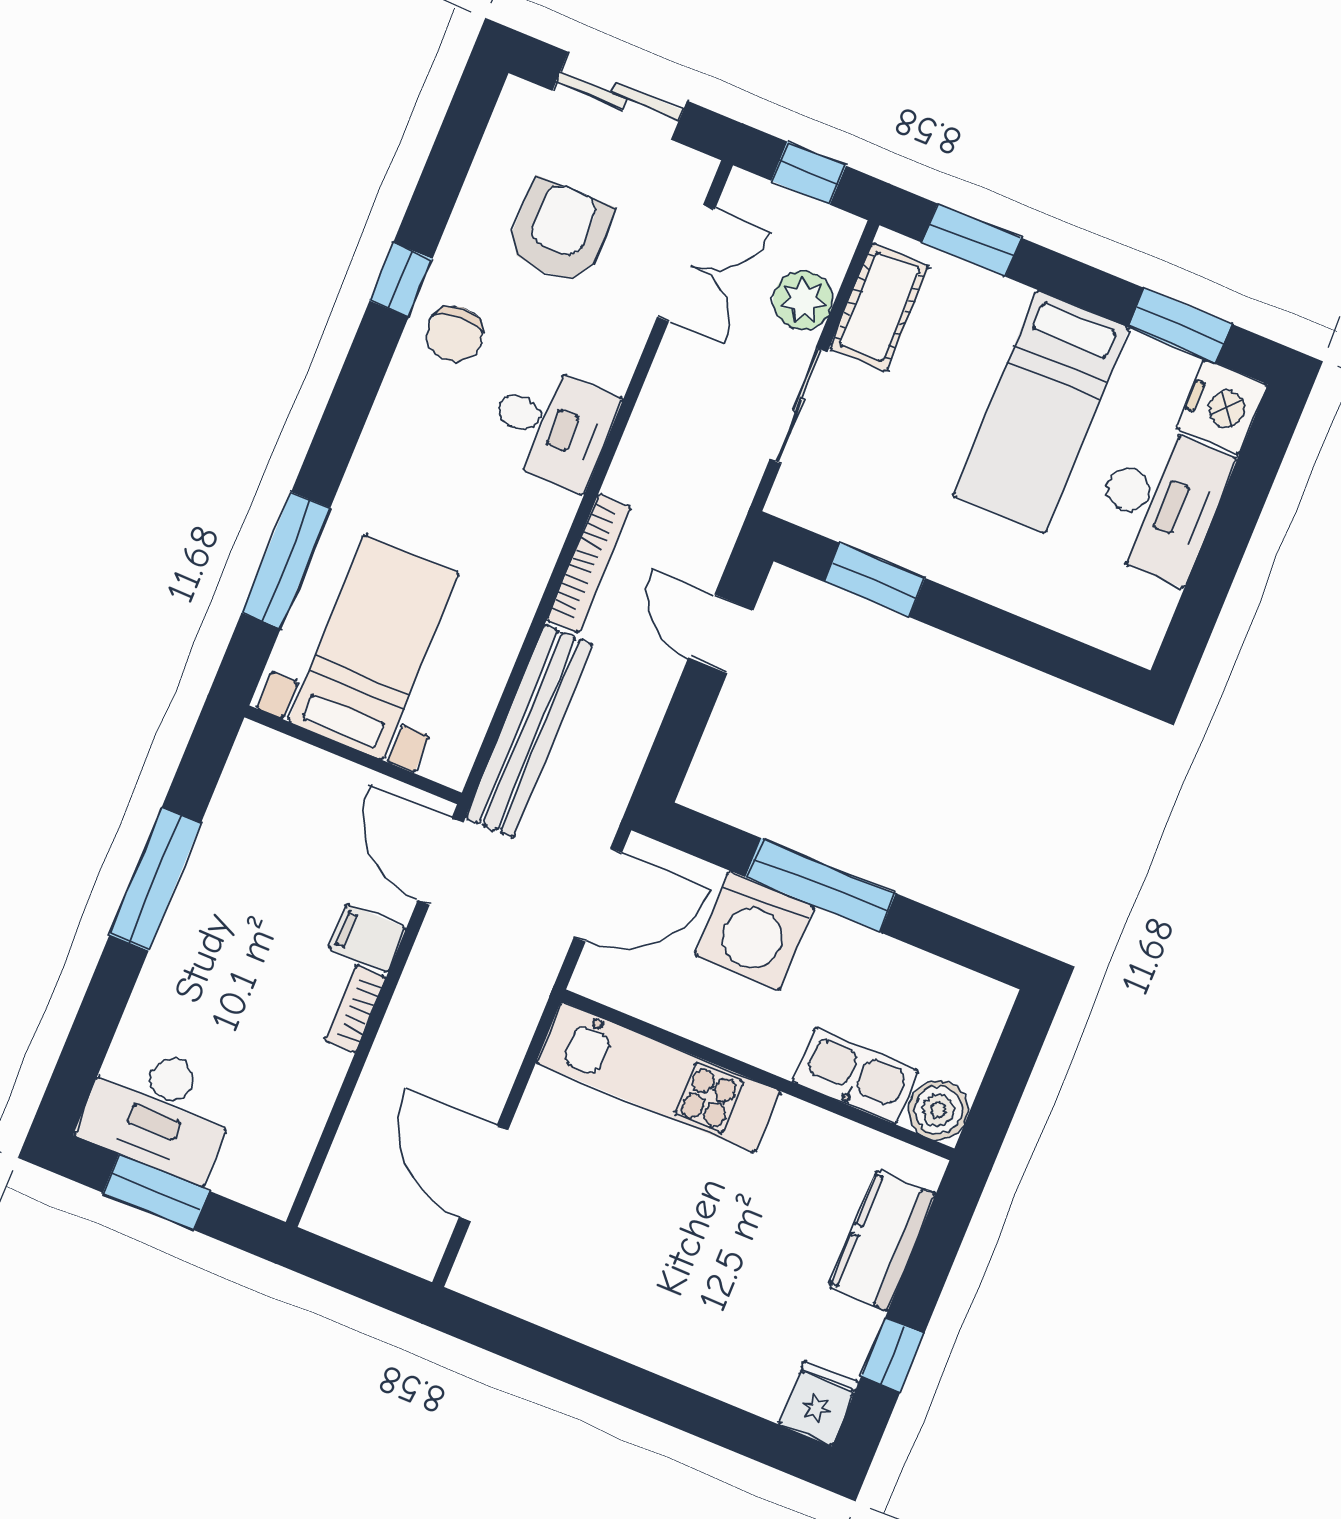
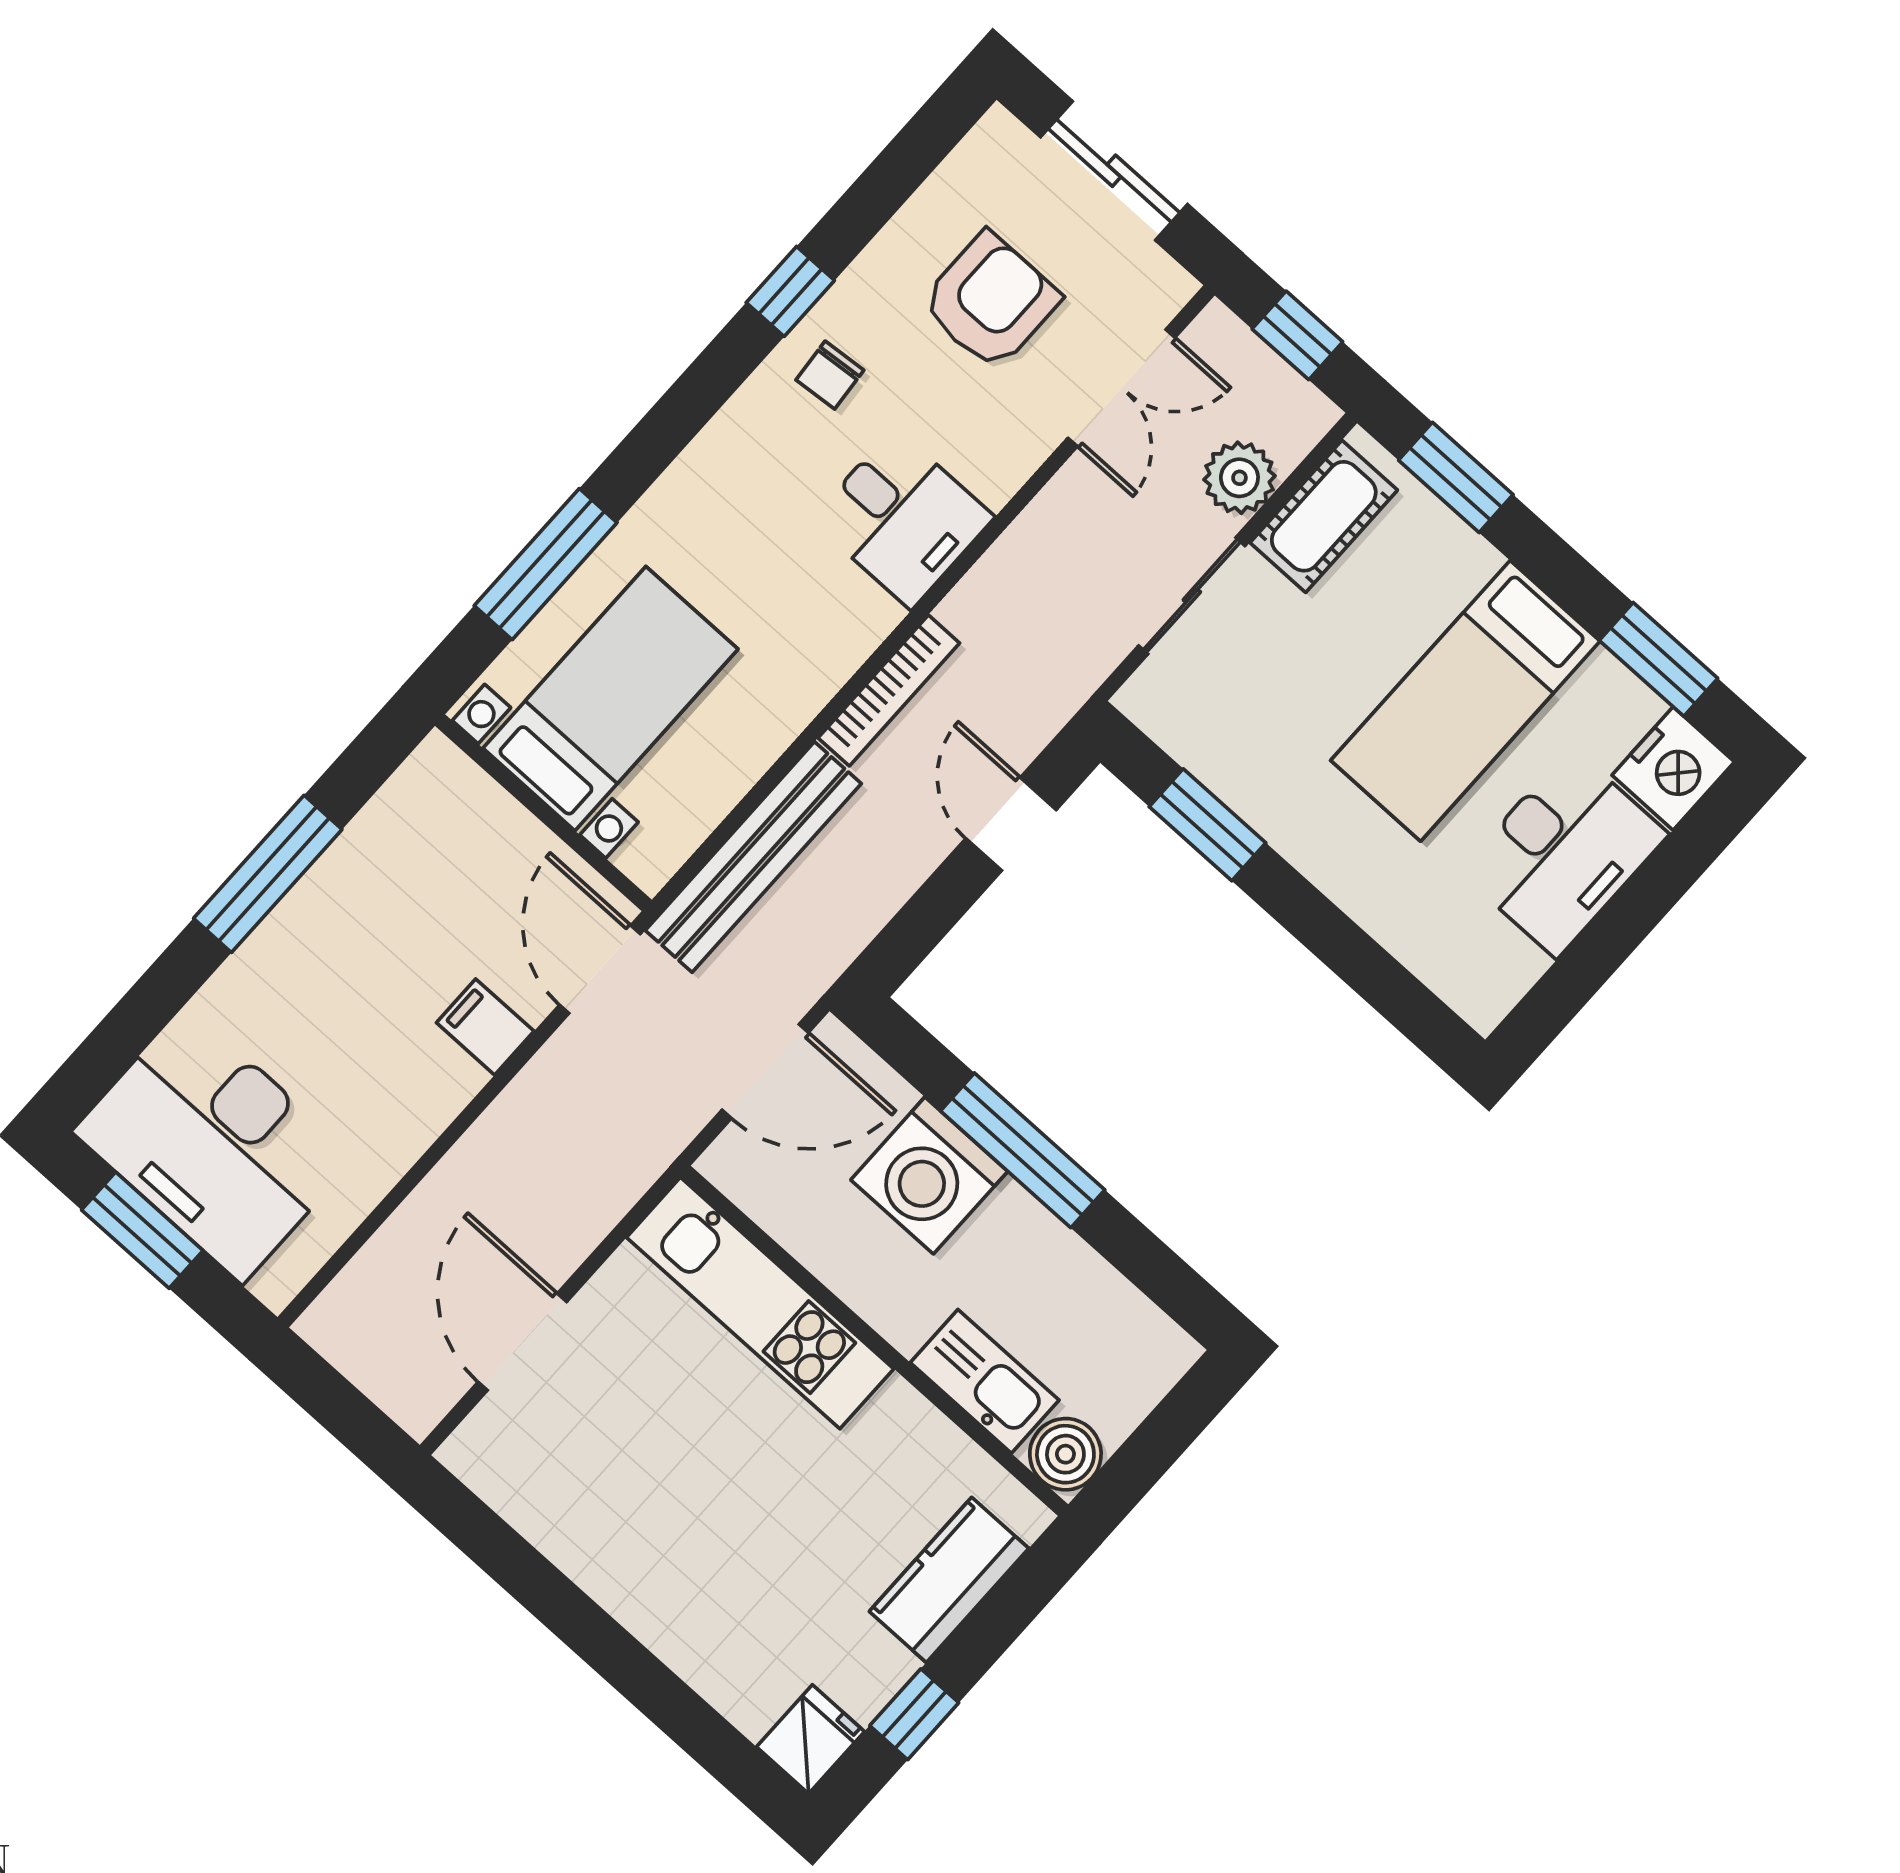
chair: (455, 334) -> (830, 375), width x0.73, depth x0.73
bookcase: (355, 1009) -> (443, 1103), removed
desk: (159, 1111) -> (214, 1144), width x1.36, depth x1.30

